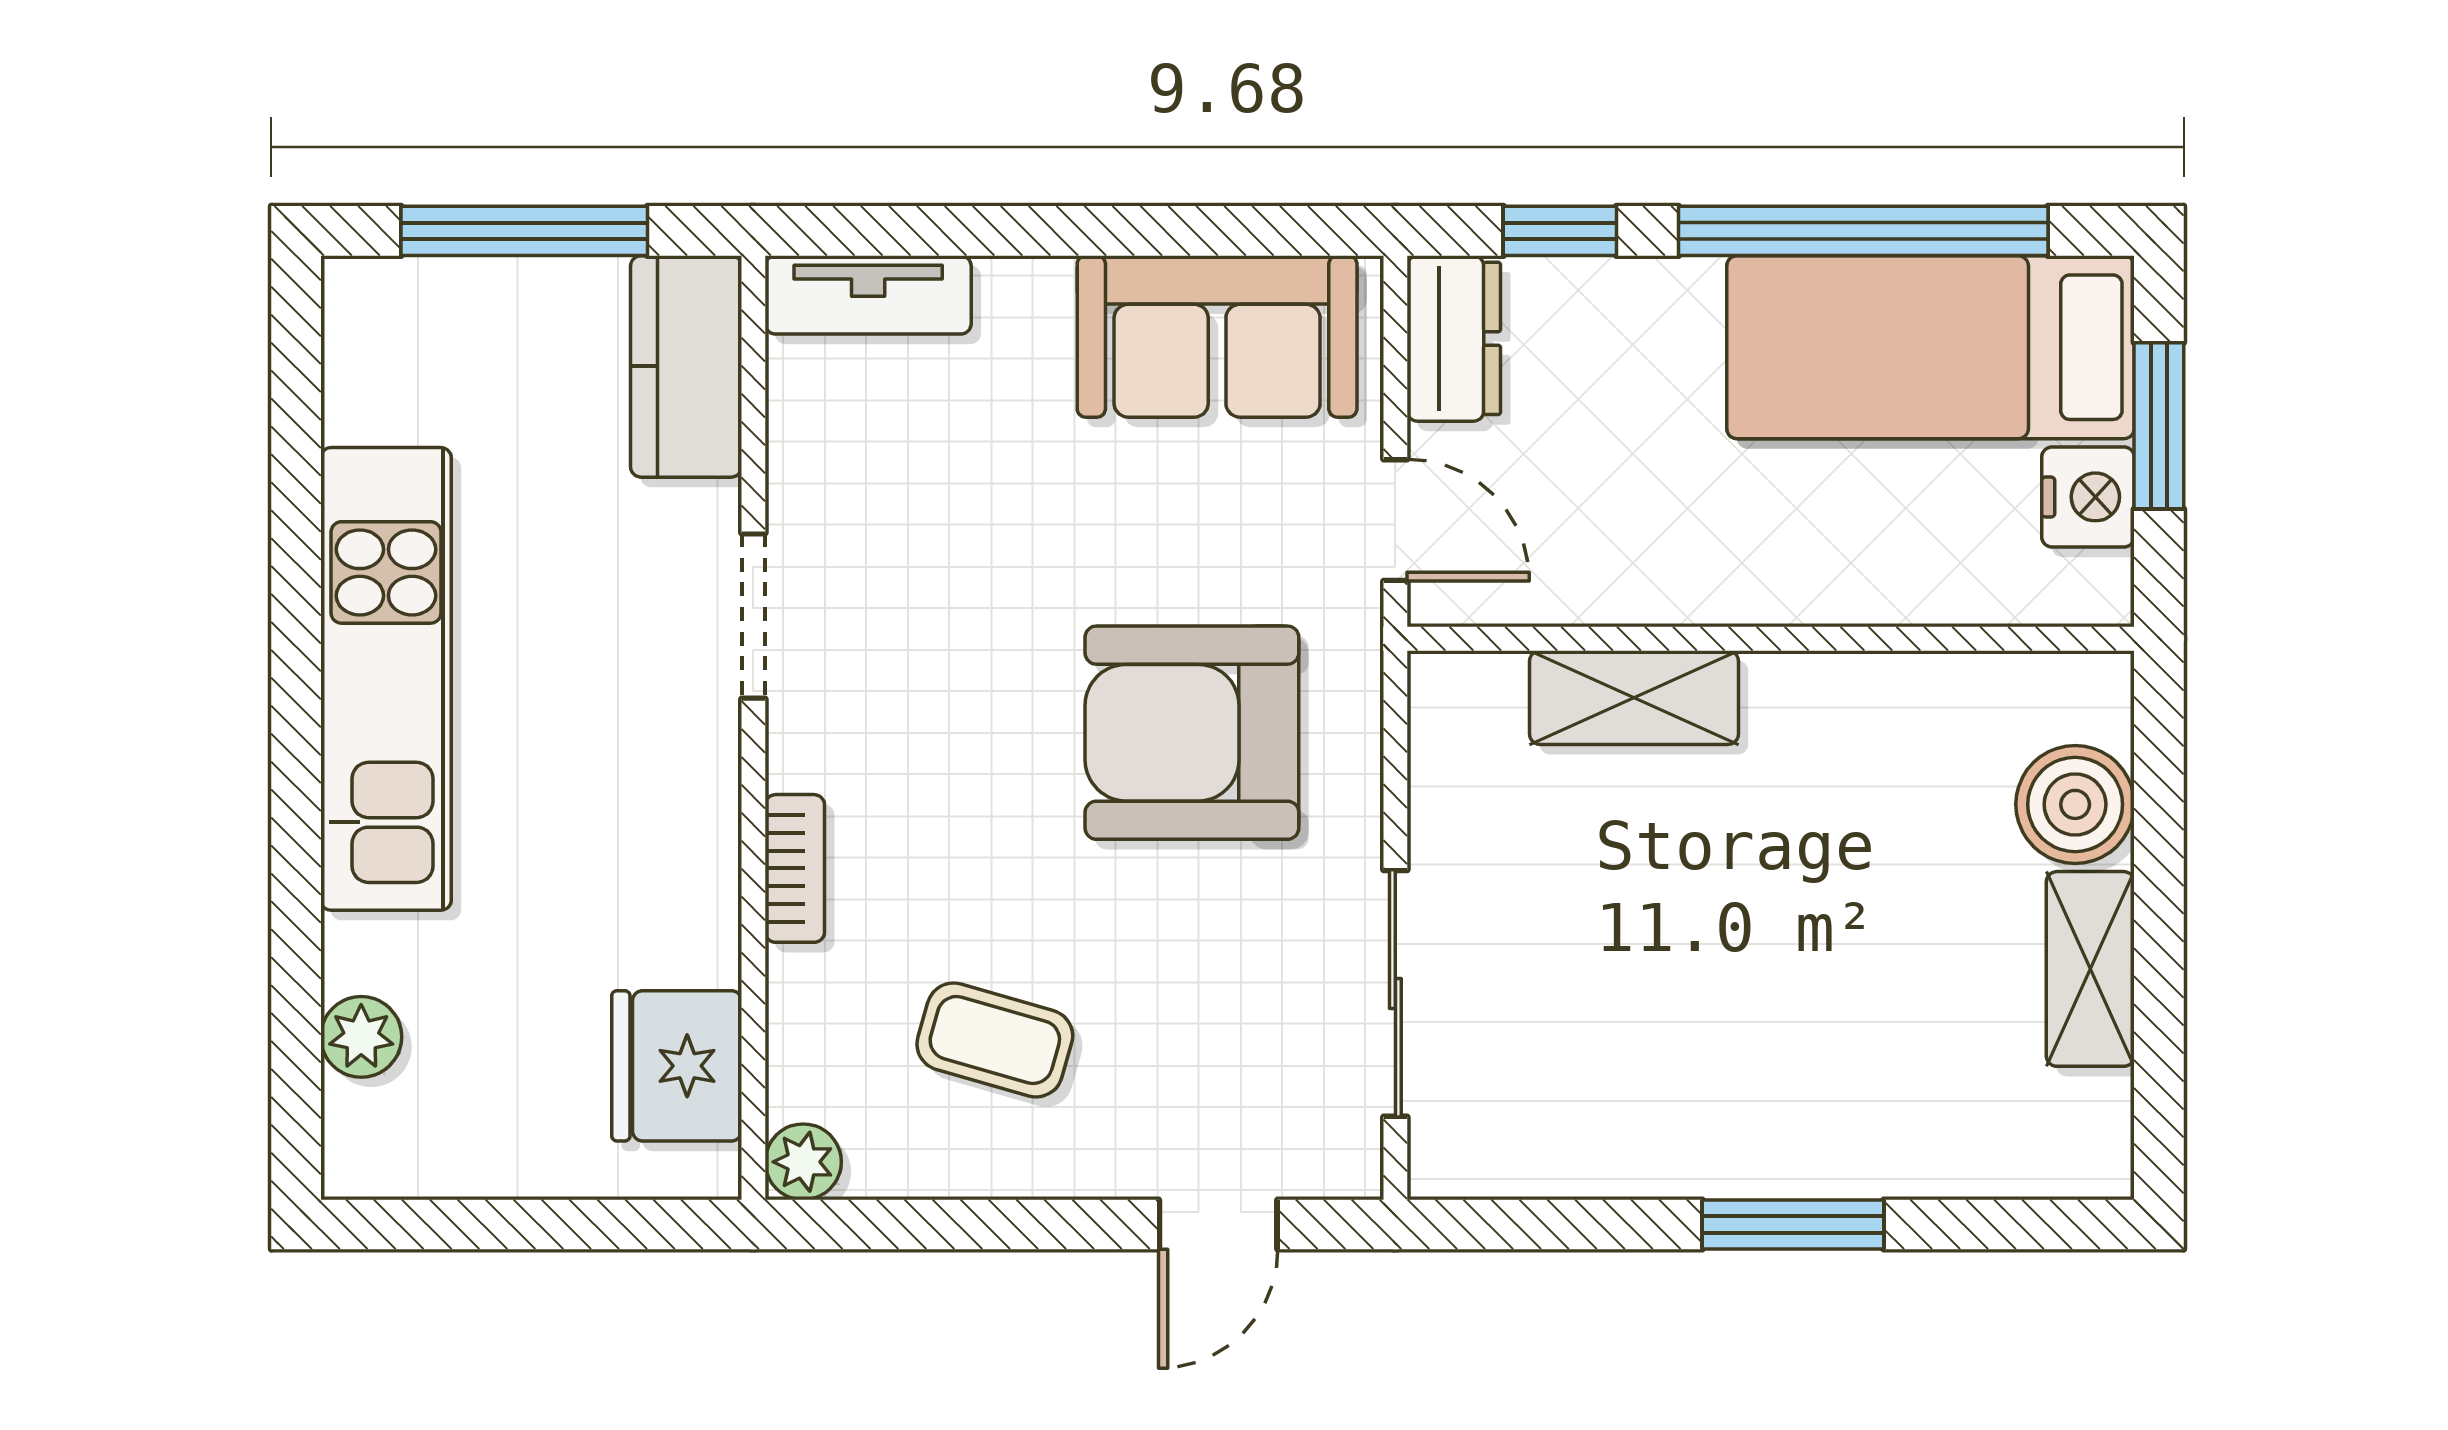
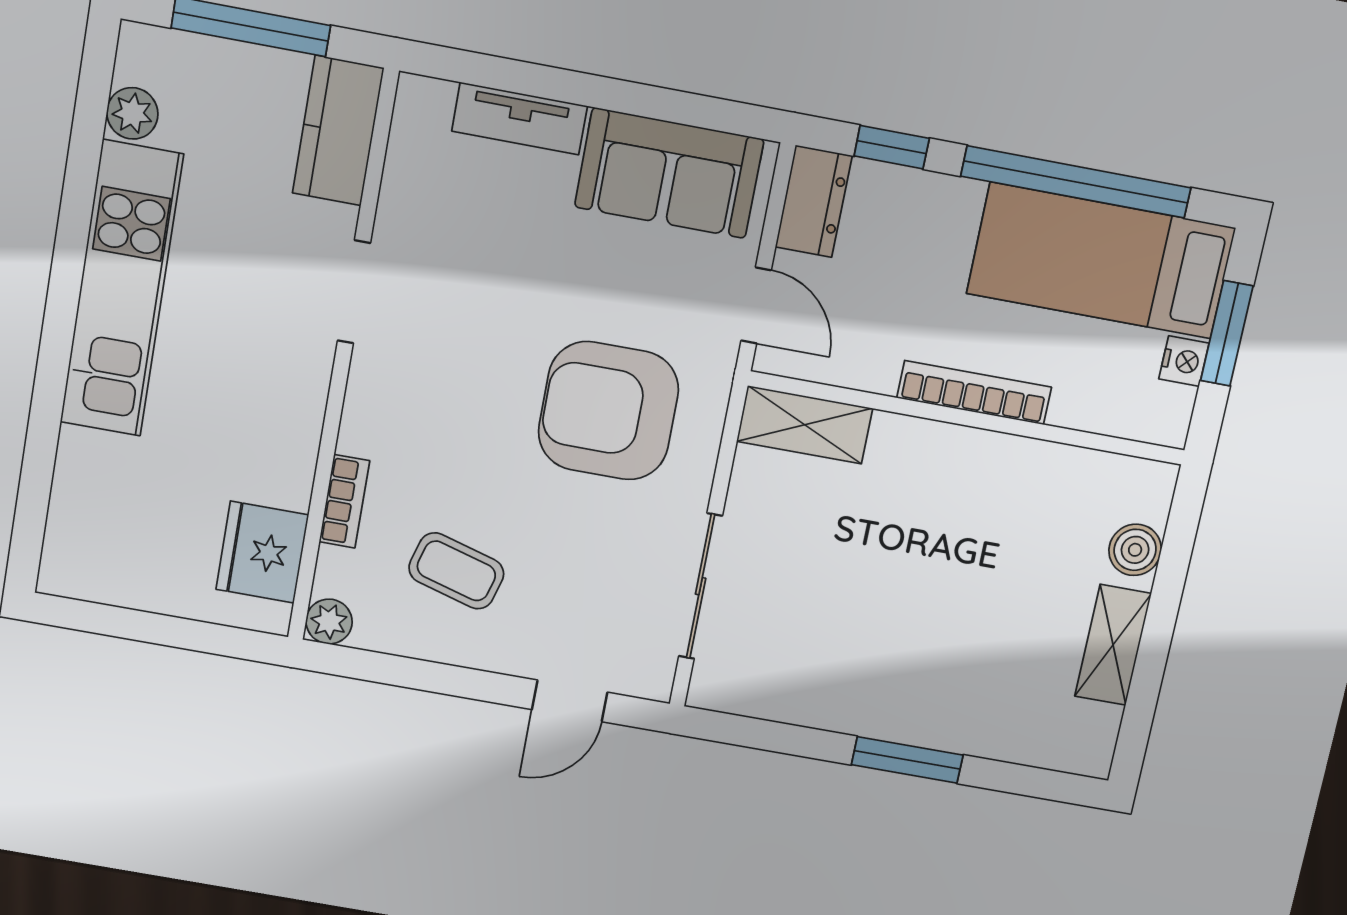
tv unit: (868, 295) -> (520, 119), moved
nightstand: (2088, 497) -> (1184, 361), width x0.72, depth x0.74
bookcase: (1773, 596) -> (974, 393), added
shelving: (1634, 698) -> (805, 425), moved
boiler: (2075, 804) -> (1135, 550), width x0.73, depth x0.73
bookcase: (795, 868) -> (344, 501), moved
plant: (361, 1037) -> (132, 113), moved

